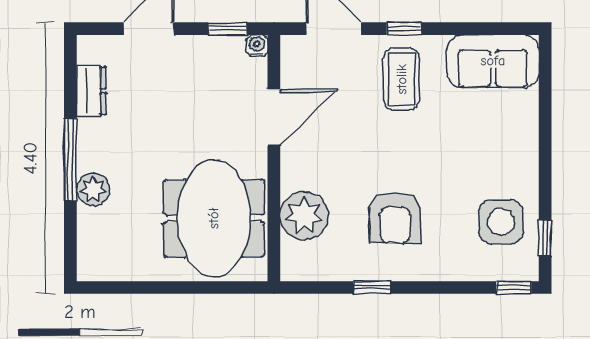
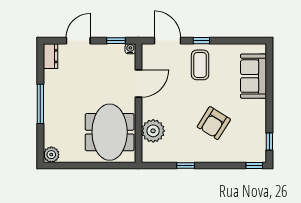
sofa: (493, 61) -> (253, 76), moved, turned 90
dresser: (91, 91) -> (50, 56), moved
plant: (93, 189) -> (51, 155), moved
armchair: (395, 218) -> (214, 123), moved, turned 32
side table: (501, 222) -> (248, 134), removed

